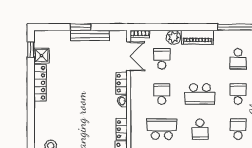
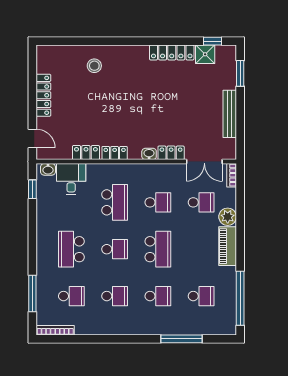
window: (80, 27) -> (240, 73), moved
school desk: (238, 59) -> (201, 296), turned 180
school desk: (200, 94) -> (158, 249), turned 180
school desk: (200, 129) -> (115, 249), turned 180

